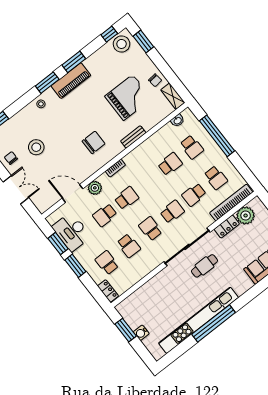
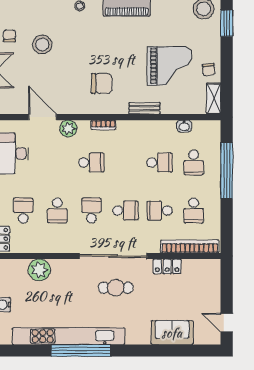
washbasin: (178, 121) -> (184, 126), moved
school desk: (105, 215) -> (57, 163), removed
plant: (246, 216) -> (39, 270), moved

